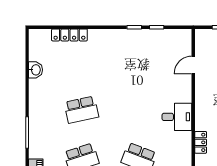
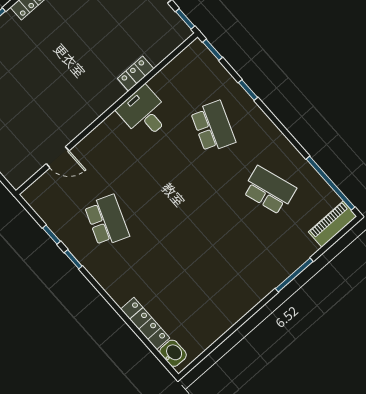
washbasin: (36, 70) -> (173, 353), moved, turned 90
school desk: (81, 110) -> (107, 221), moved, turned 33
desk: (177, 117) -> (144, 113), moved

